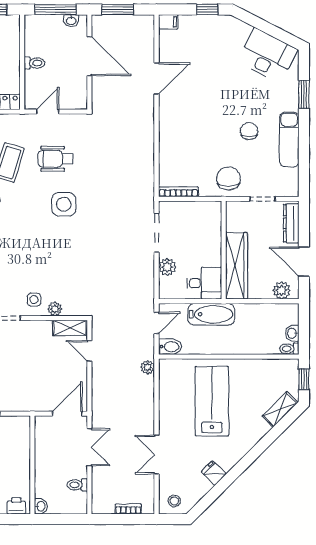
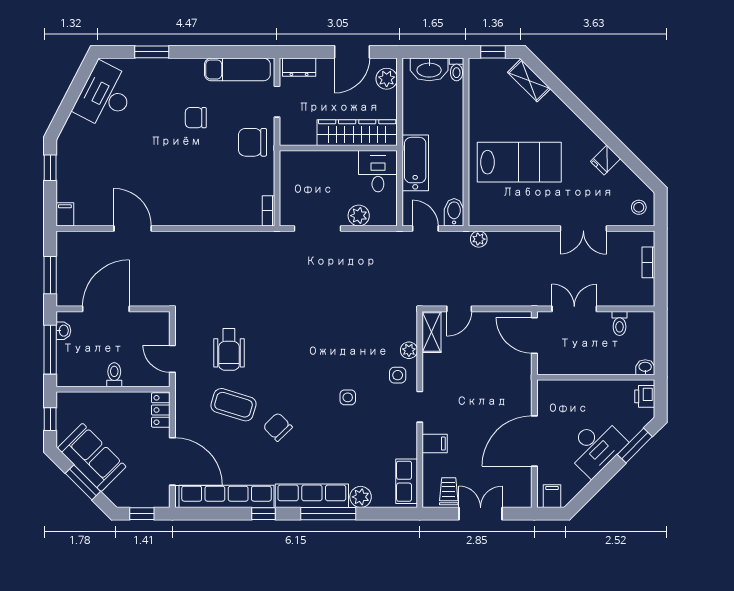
exam couch: (289, 139) -> (237, 69), moved
bookcase: (178, 192) -> (268, 211), width x0.64
side table: (64, 204) -> (348, 397), moved, width x0.54, depth x0.54
dresser: (291, 223) -> (299, 67), width x0.70
washbasin: (292, 333) -> (429, 69), width x1.91, depth x1.45
lab bench: (212, 401) -> (519, 162), turned 180

